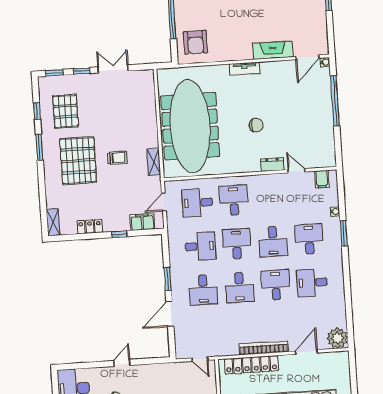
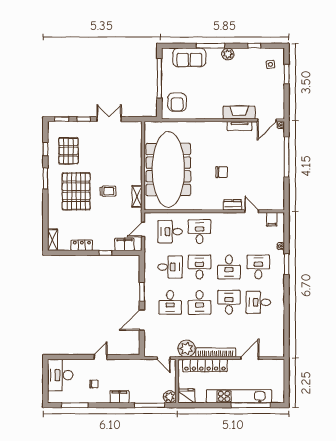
tv unit: (244, 69) -> (239, 126), moved
plant: (337, 338) -> (187, 349), moved

